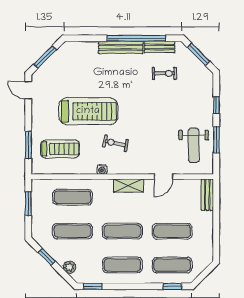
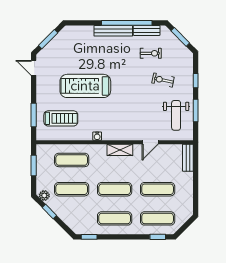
treadmill: (88, 111) -> (85, 86), turned 180
exercise bike: (115, 143) -> (163, 80), moved
plant: (69, 267) -> (44, 195), moved

